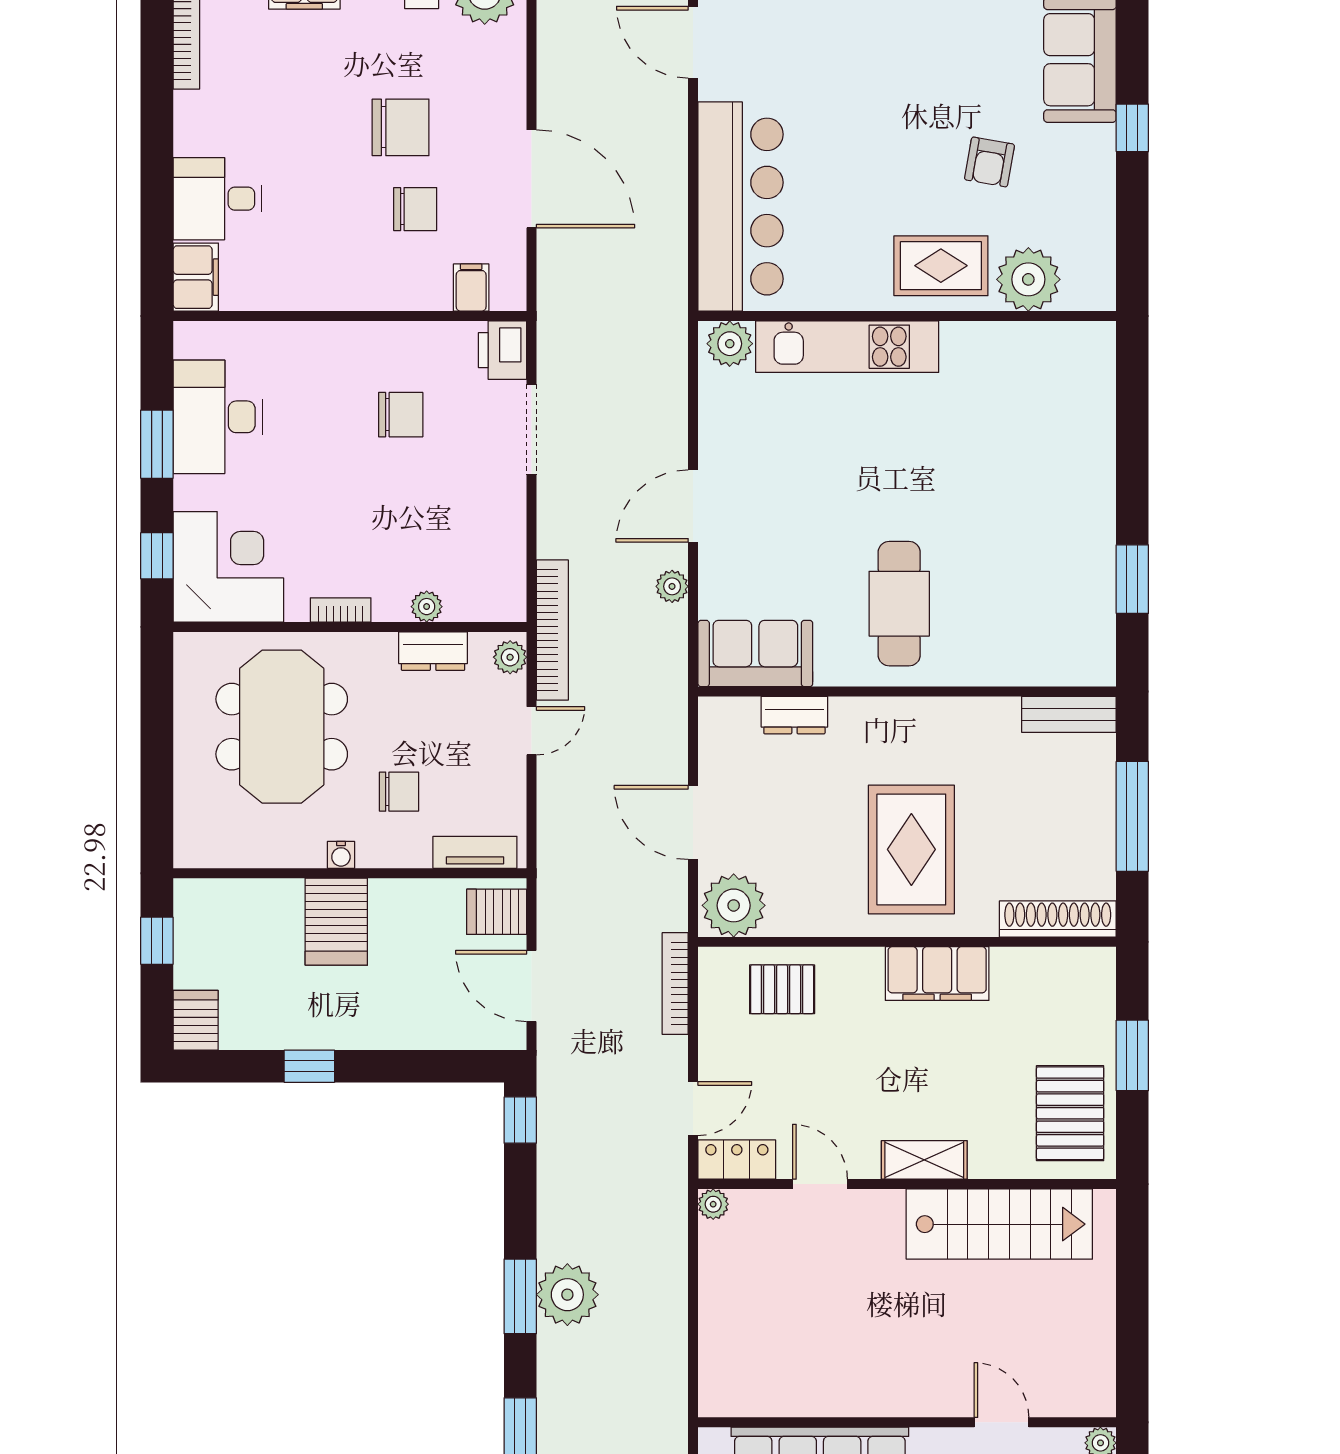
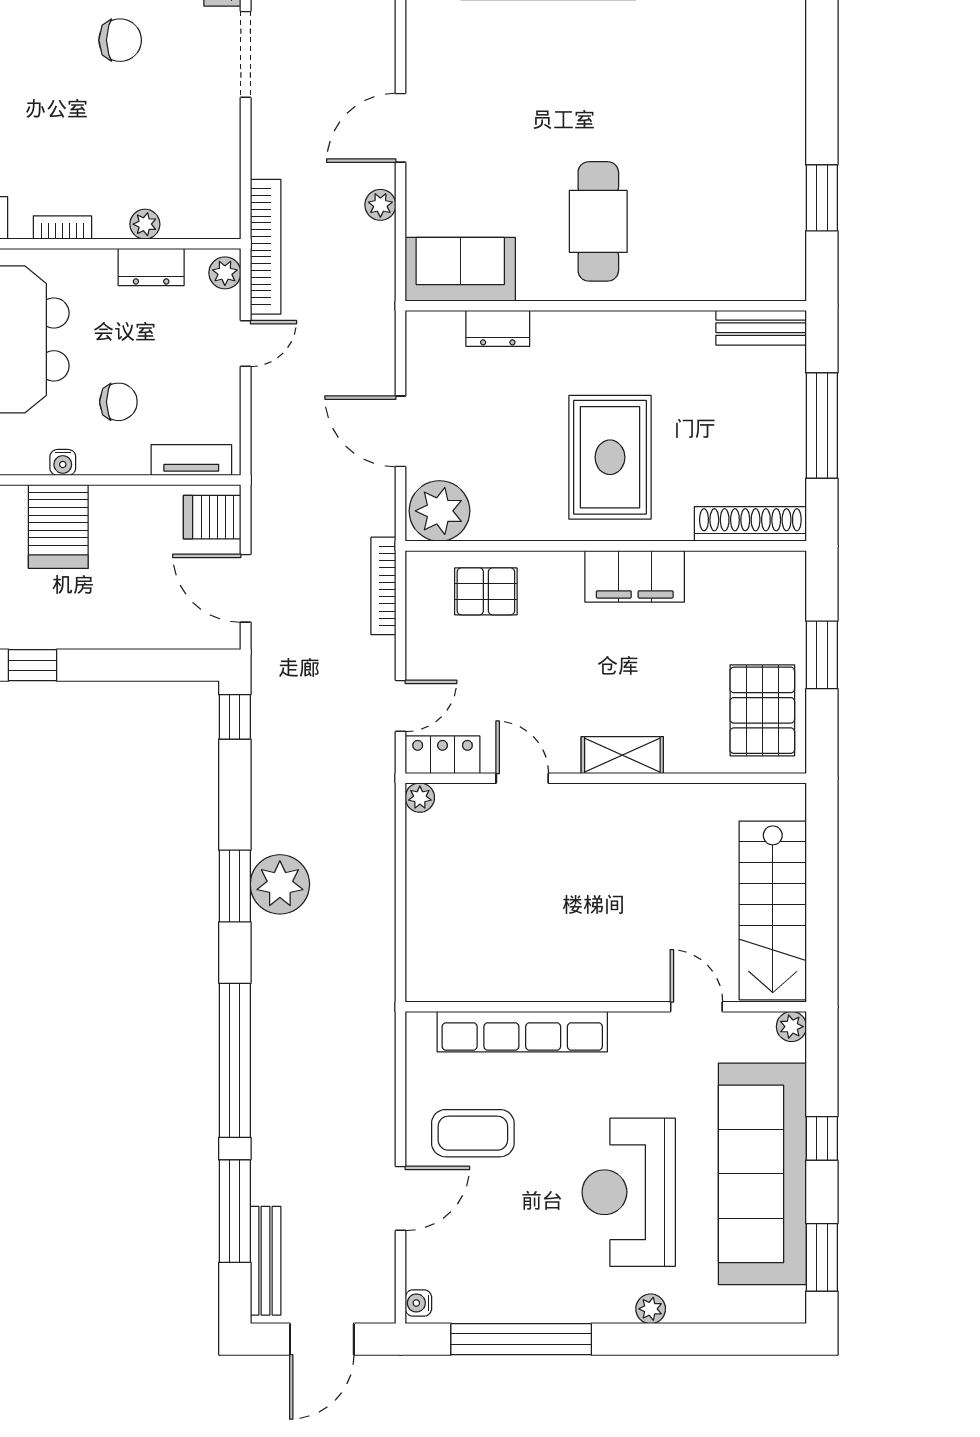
stairs: (999, 1224) -> (773, 910), moved, turned 90

